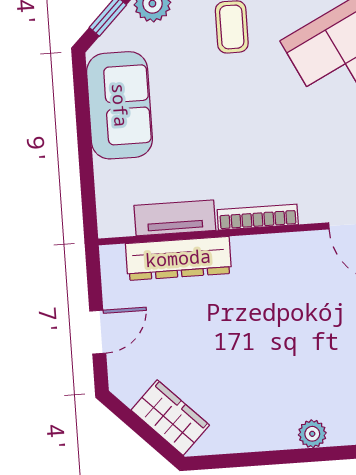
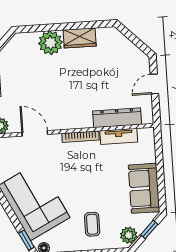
wardrobe: (170, 418) -> (80, 38), moved, turned -45
plant: (312, 434) -> (50, 43), width x1.88, depth x1.88

